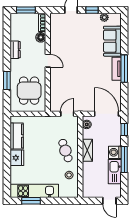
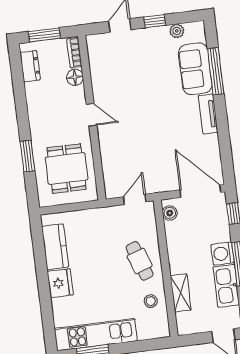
dresser: (15, 50) -> (30, 66), moved
window: (124, 69) -> (216, 71), moved
shelving: (87, 150) -> (181, 293), moved

